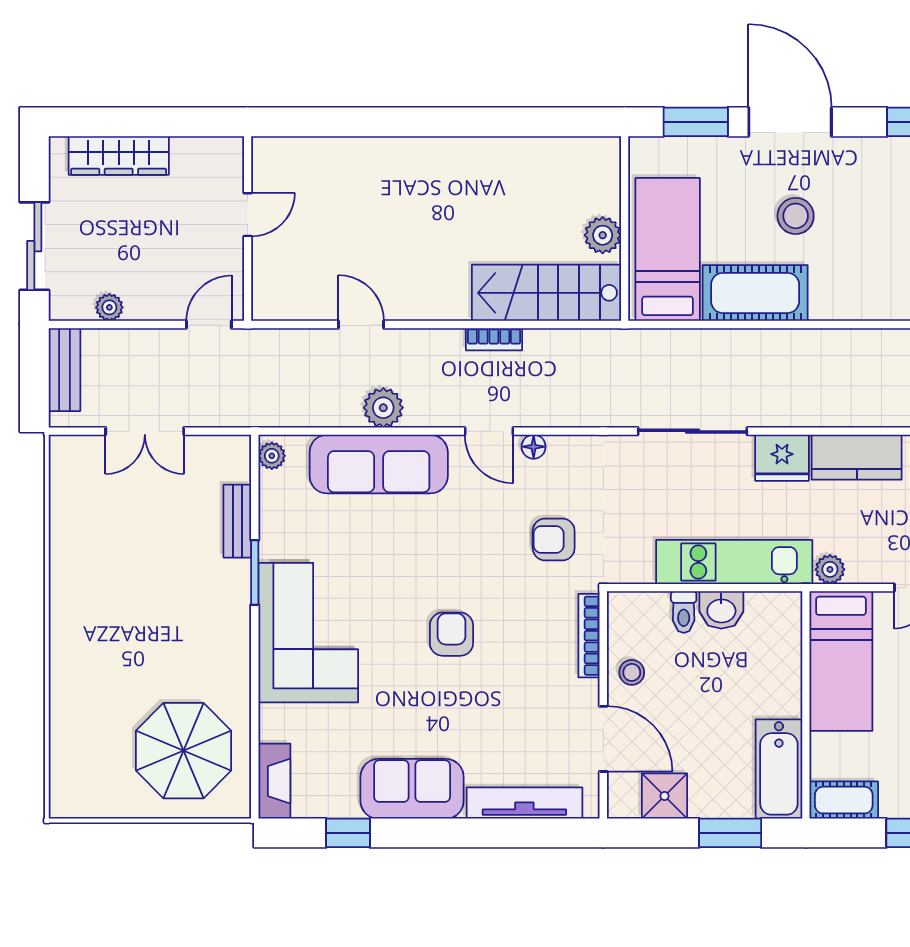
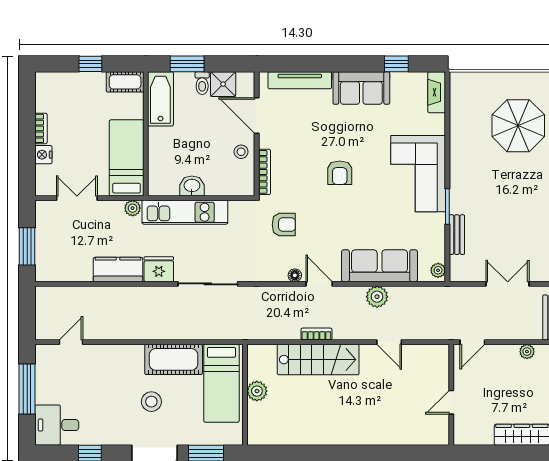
stairs: (546, 293) -> (318, 360), moved
toilet: (684, 612) -> (202, 83), moved, turned 180
parasol: (183, 751) -> (518, 126), moved

